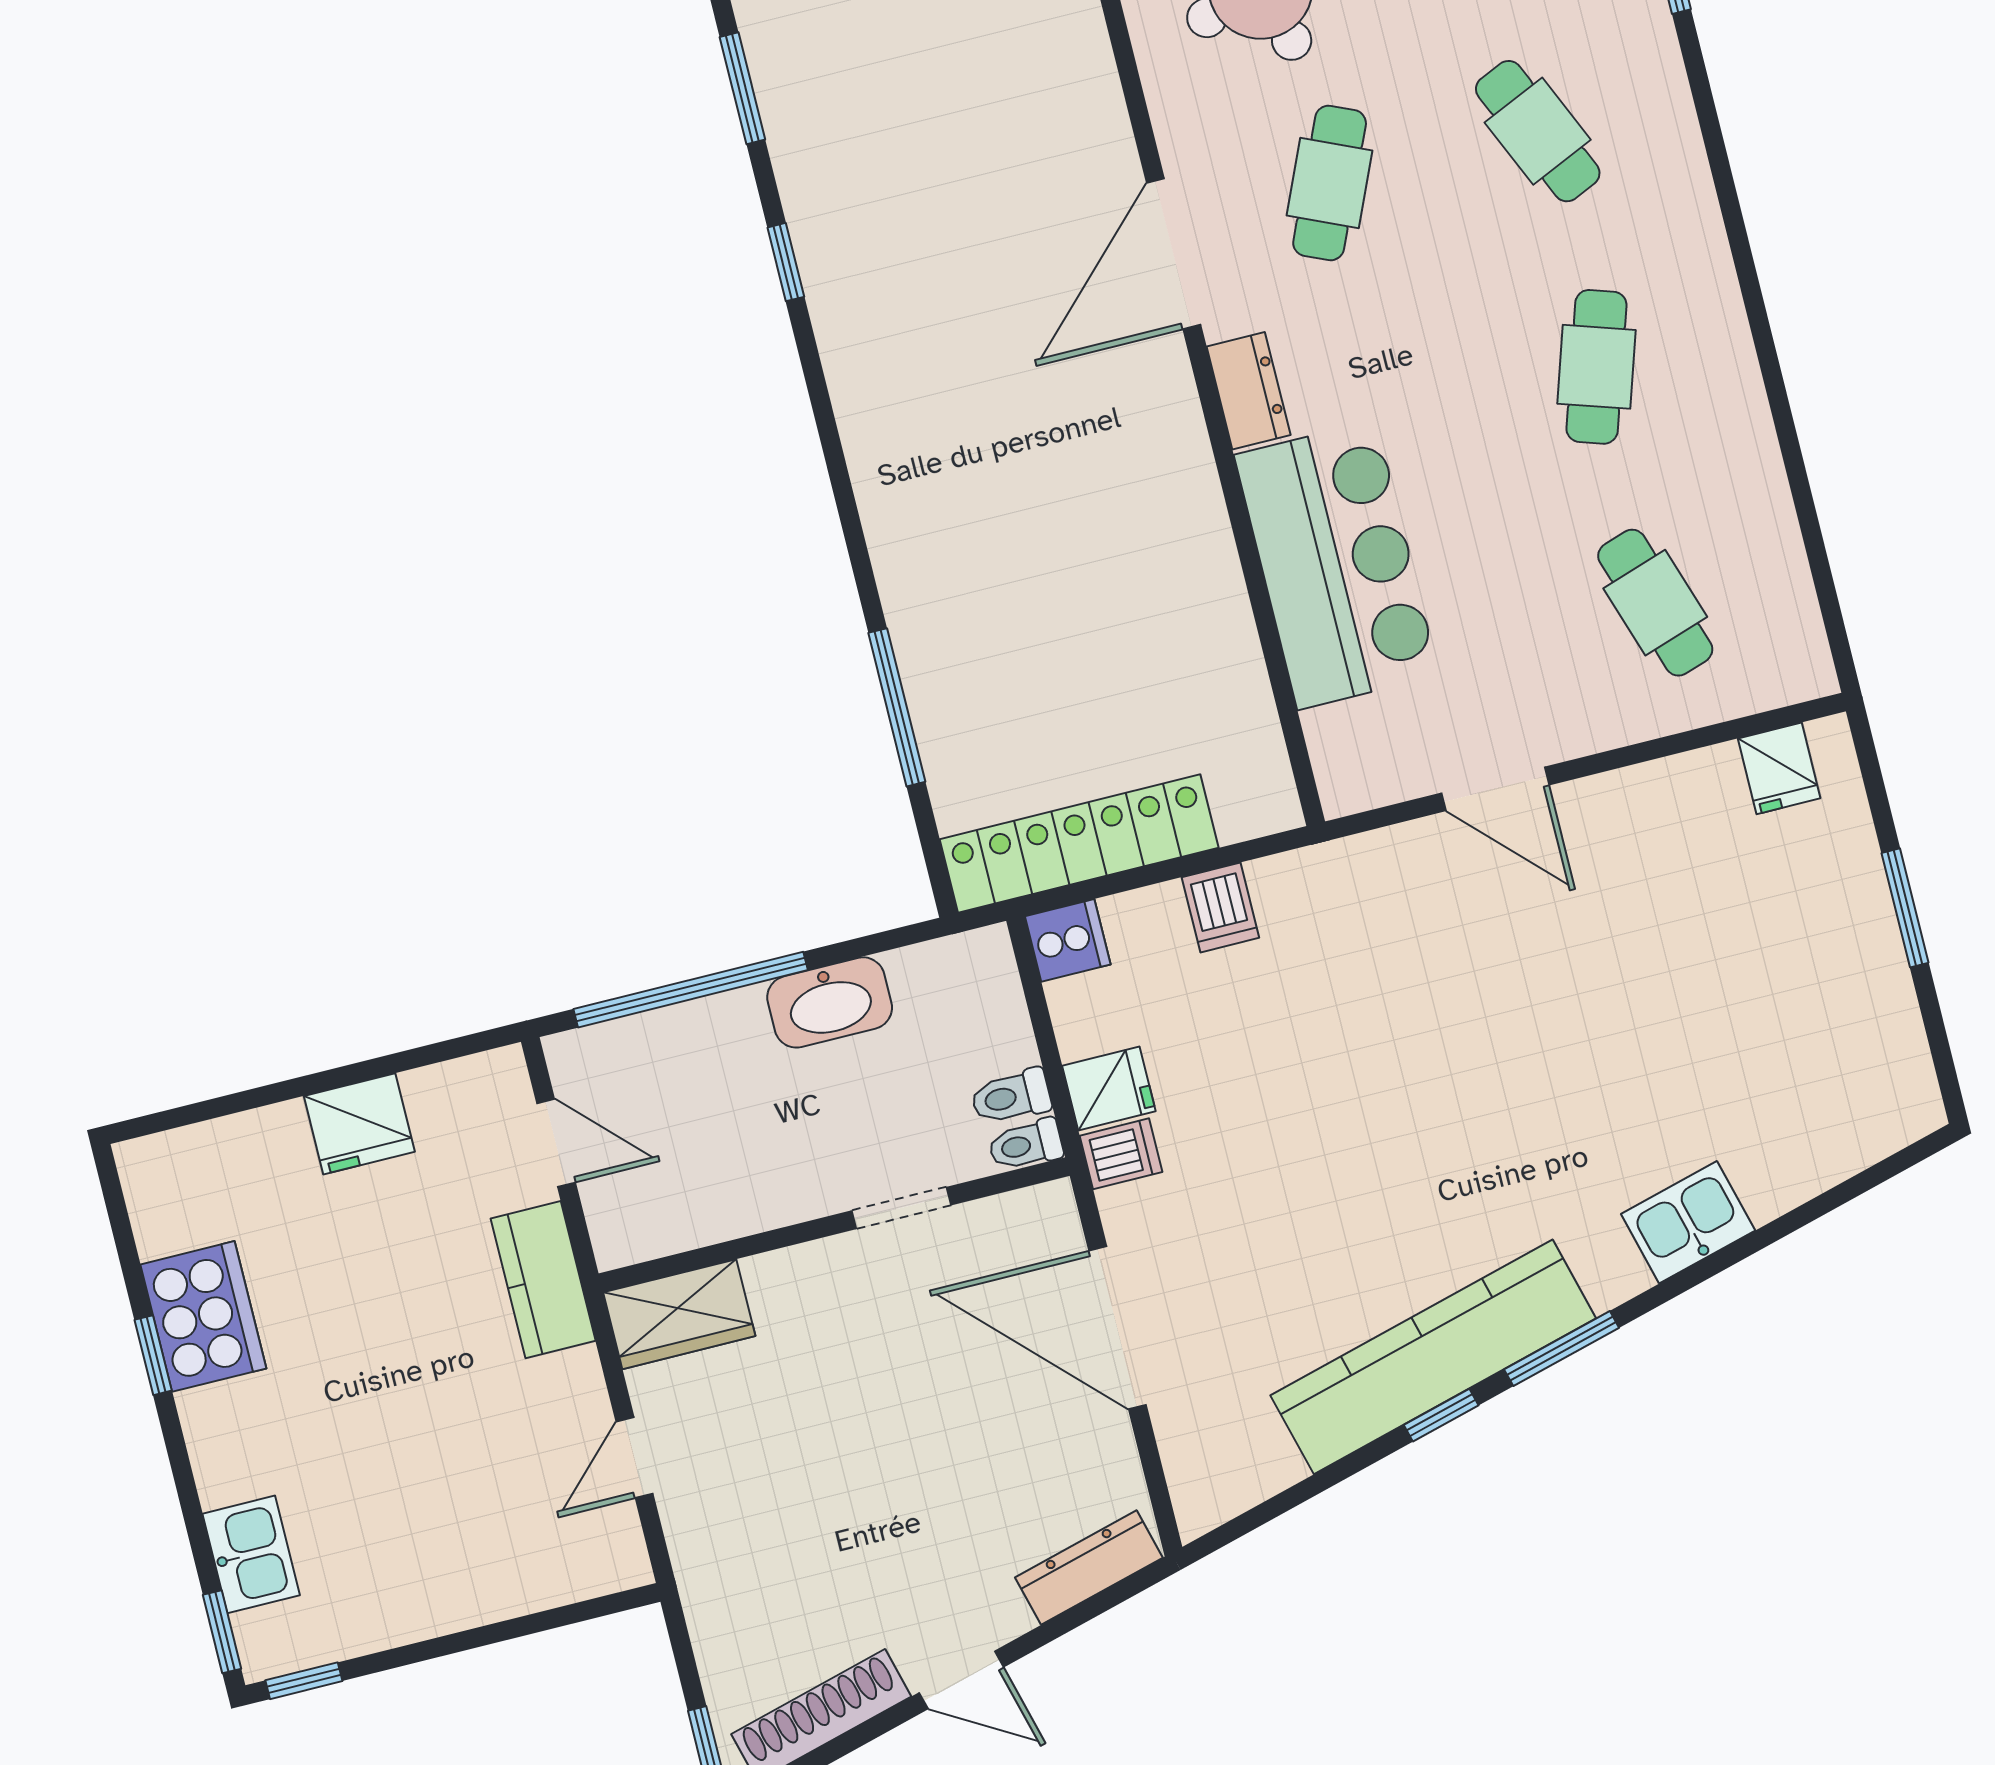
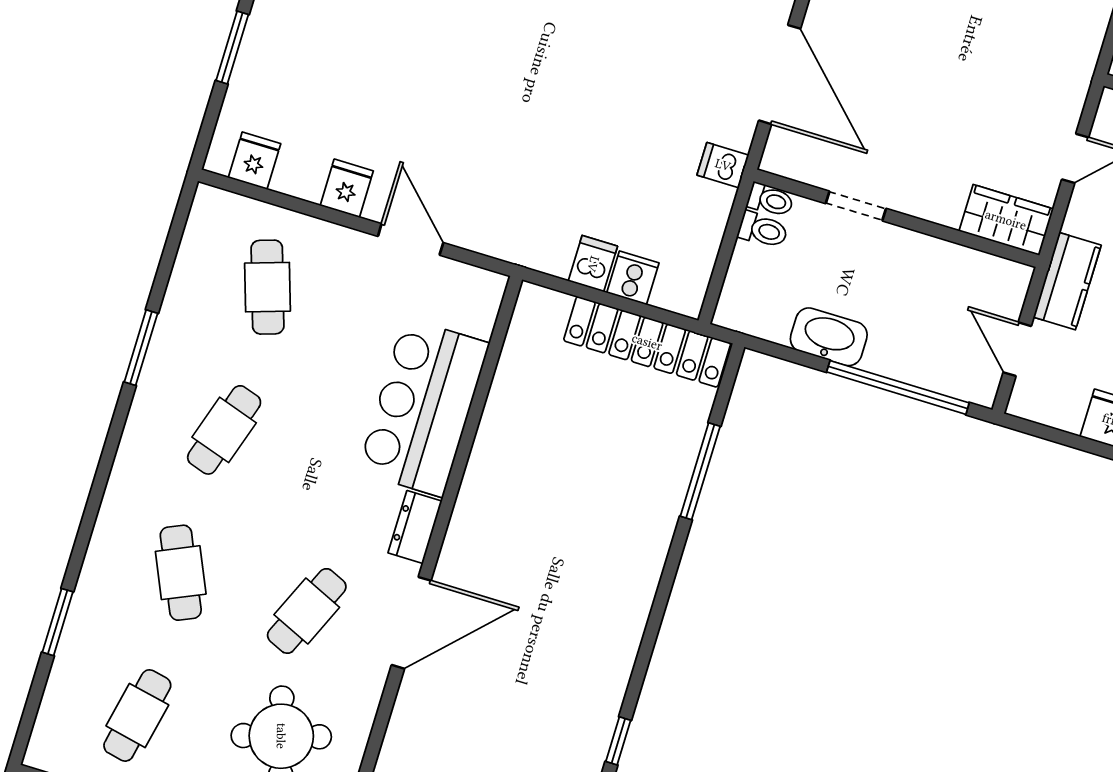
window: (1781, 412) -> (141, 348), added
cooker: (1068, 940) -> (633, 278), moved, turned 90
fridge: (1109, 1089) -> (347, 188), moved, turned 90

